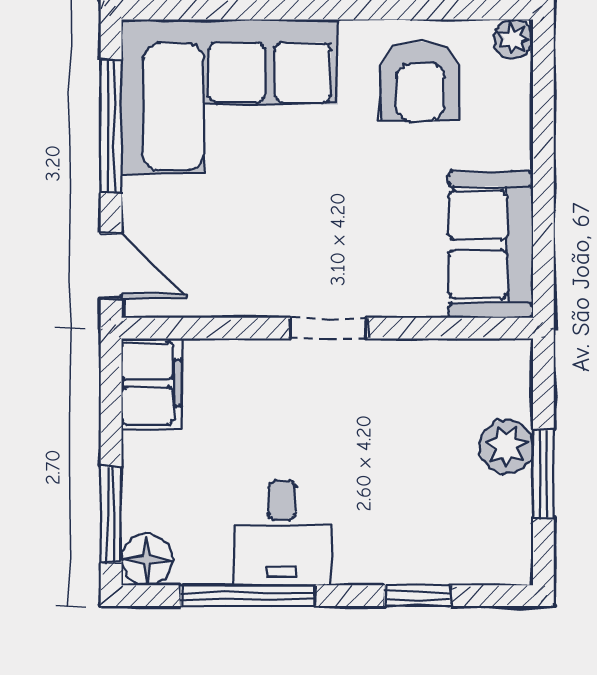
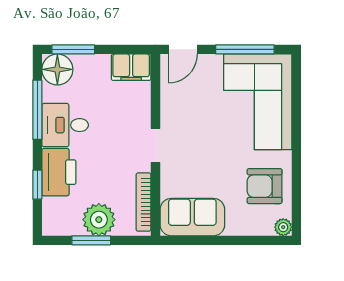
bookcase: (457, 355) -> (143, 202), added
plant: (506, 447) -> (99, 220), width x1.36, depth x1.36
printer: (389, 547) -> (59, 172), added
floor lamp: (147, 560) -> (57, 69), width x1.38, depth x1.38

